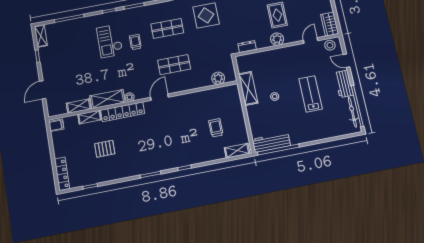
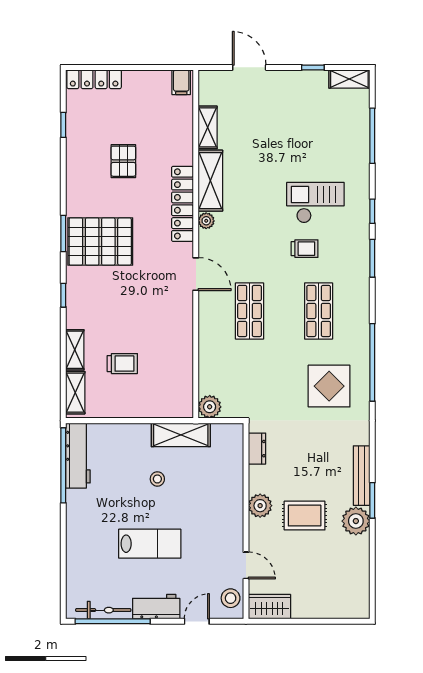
plant: (218, 78) -> (210, 407), moved
shelving: (90, 117) -> (75, 350), moved
pallet: (151, 153) -> (100, 241), added

